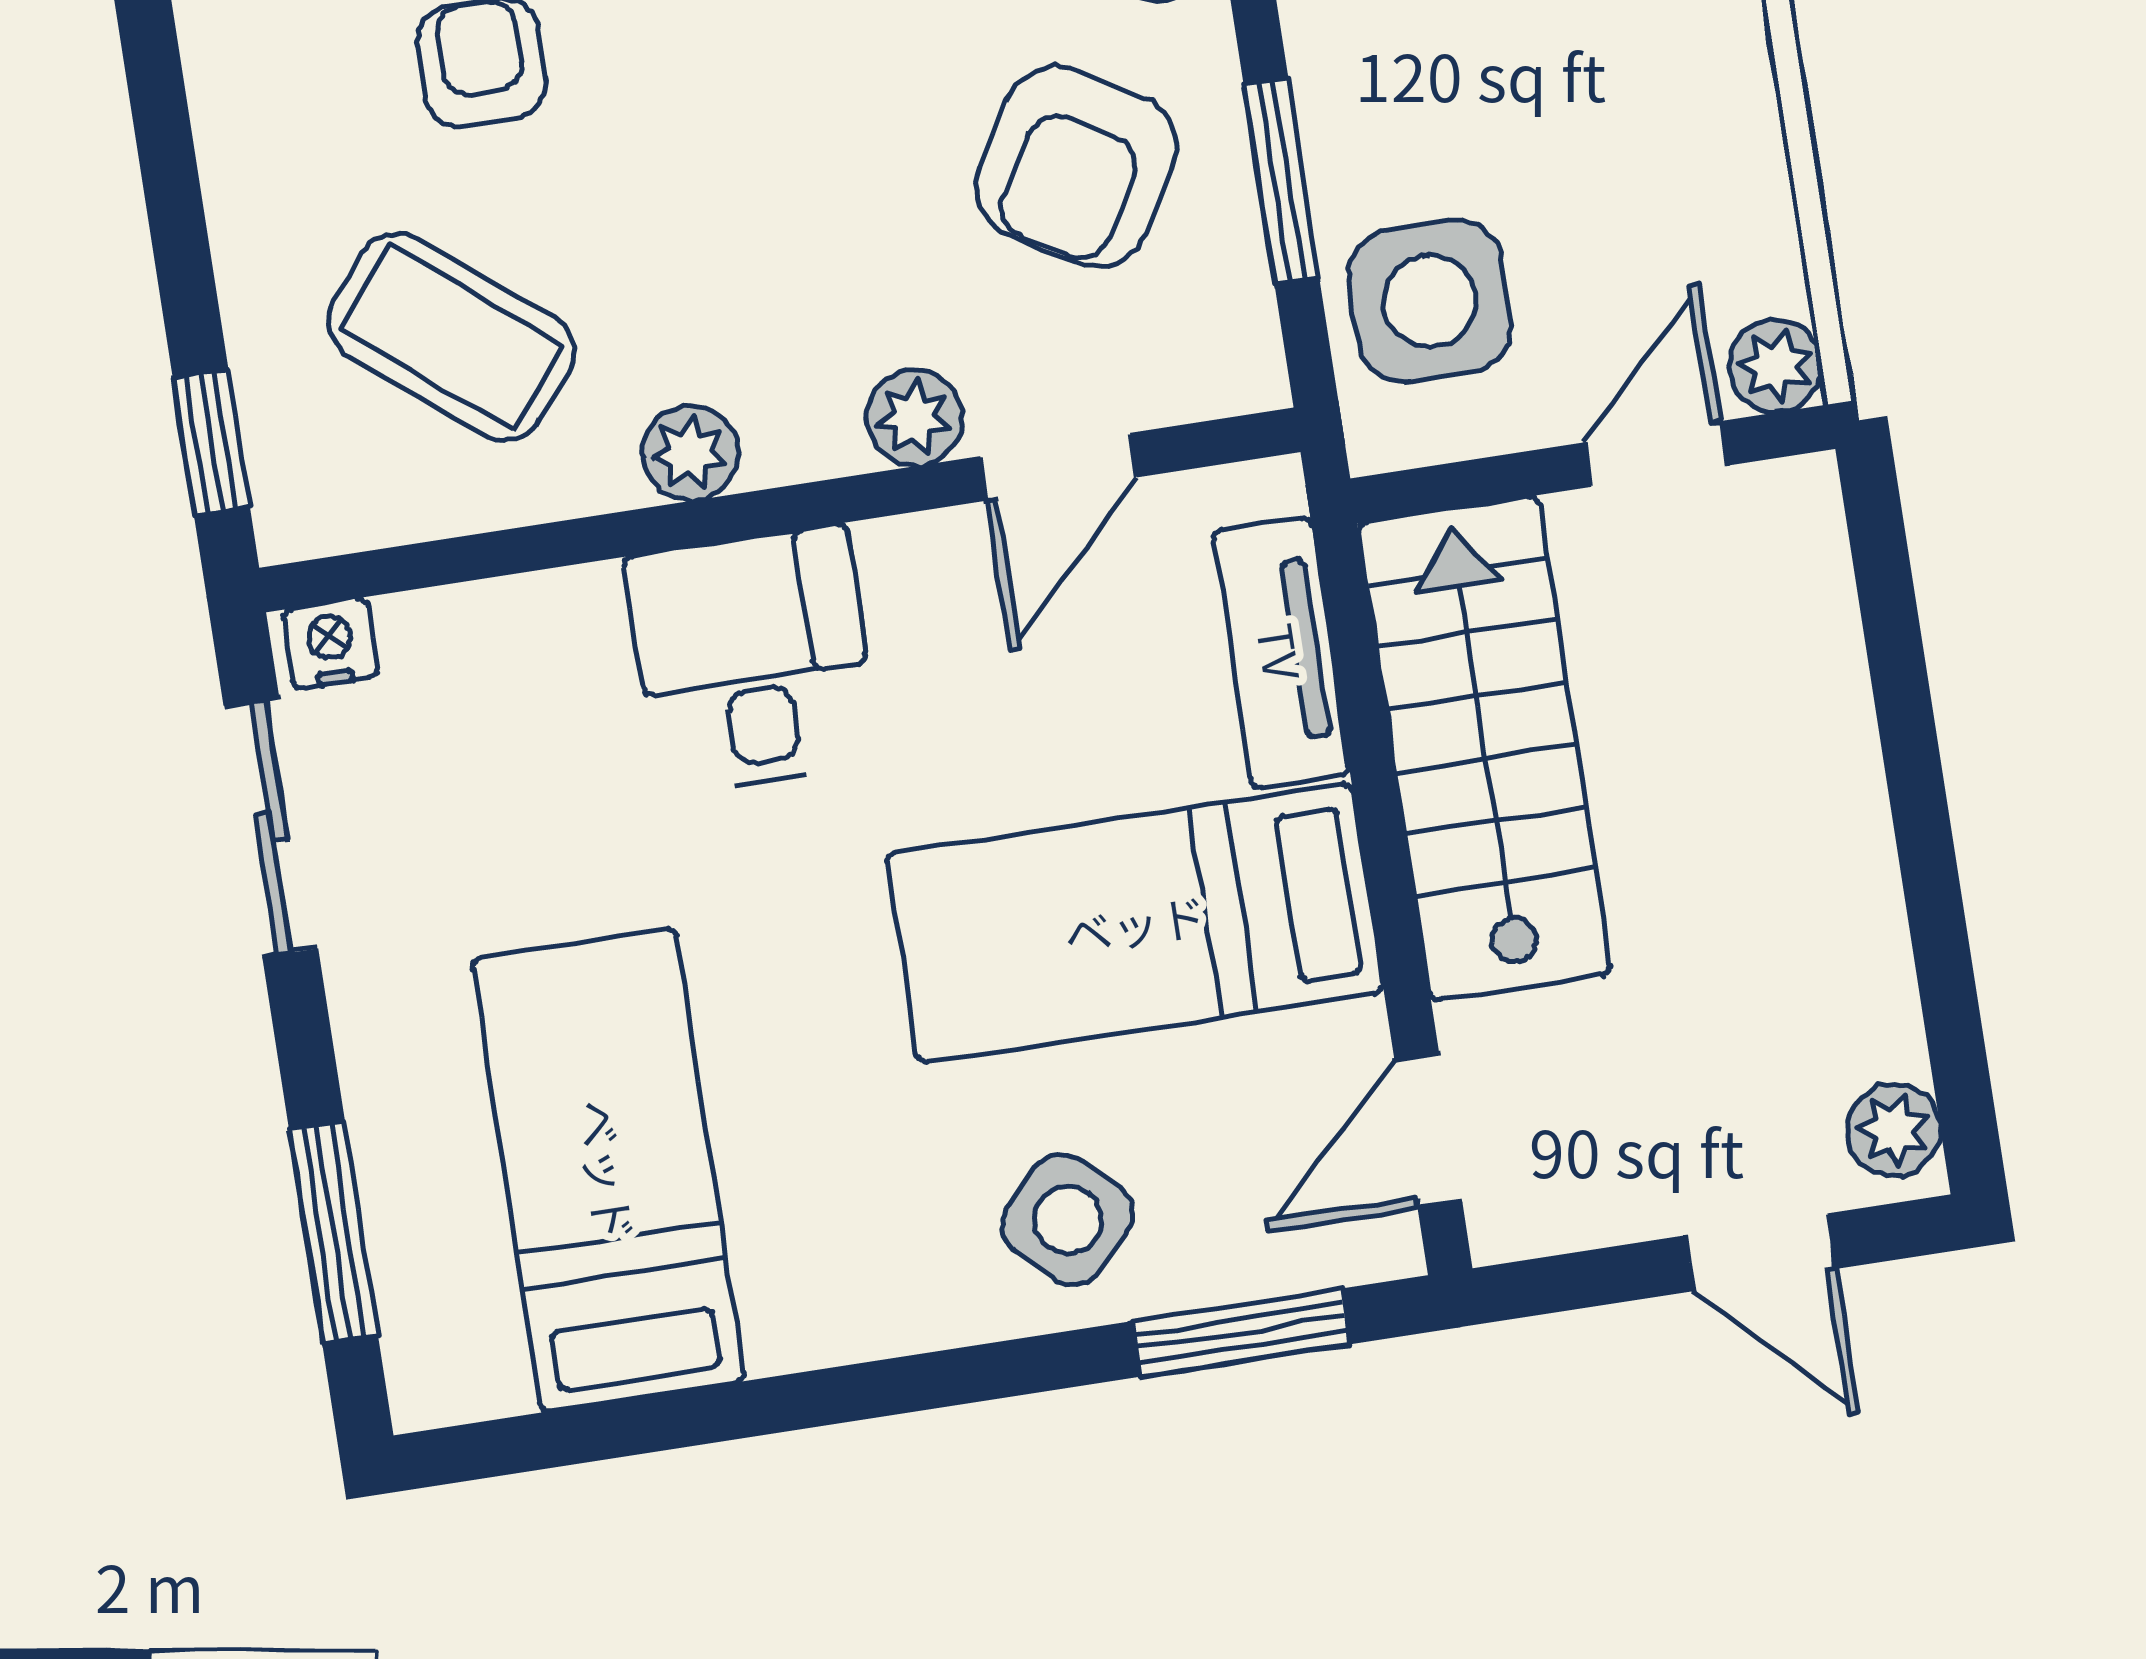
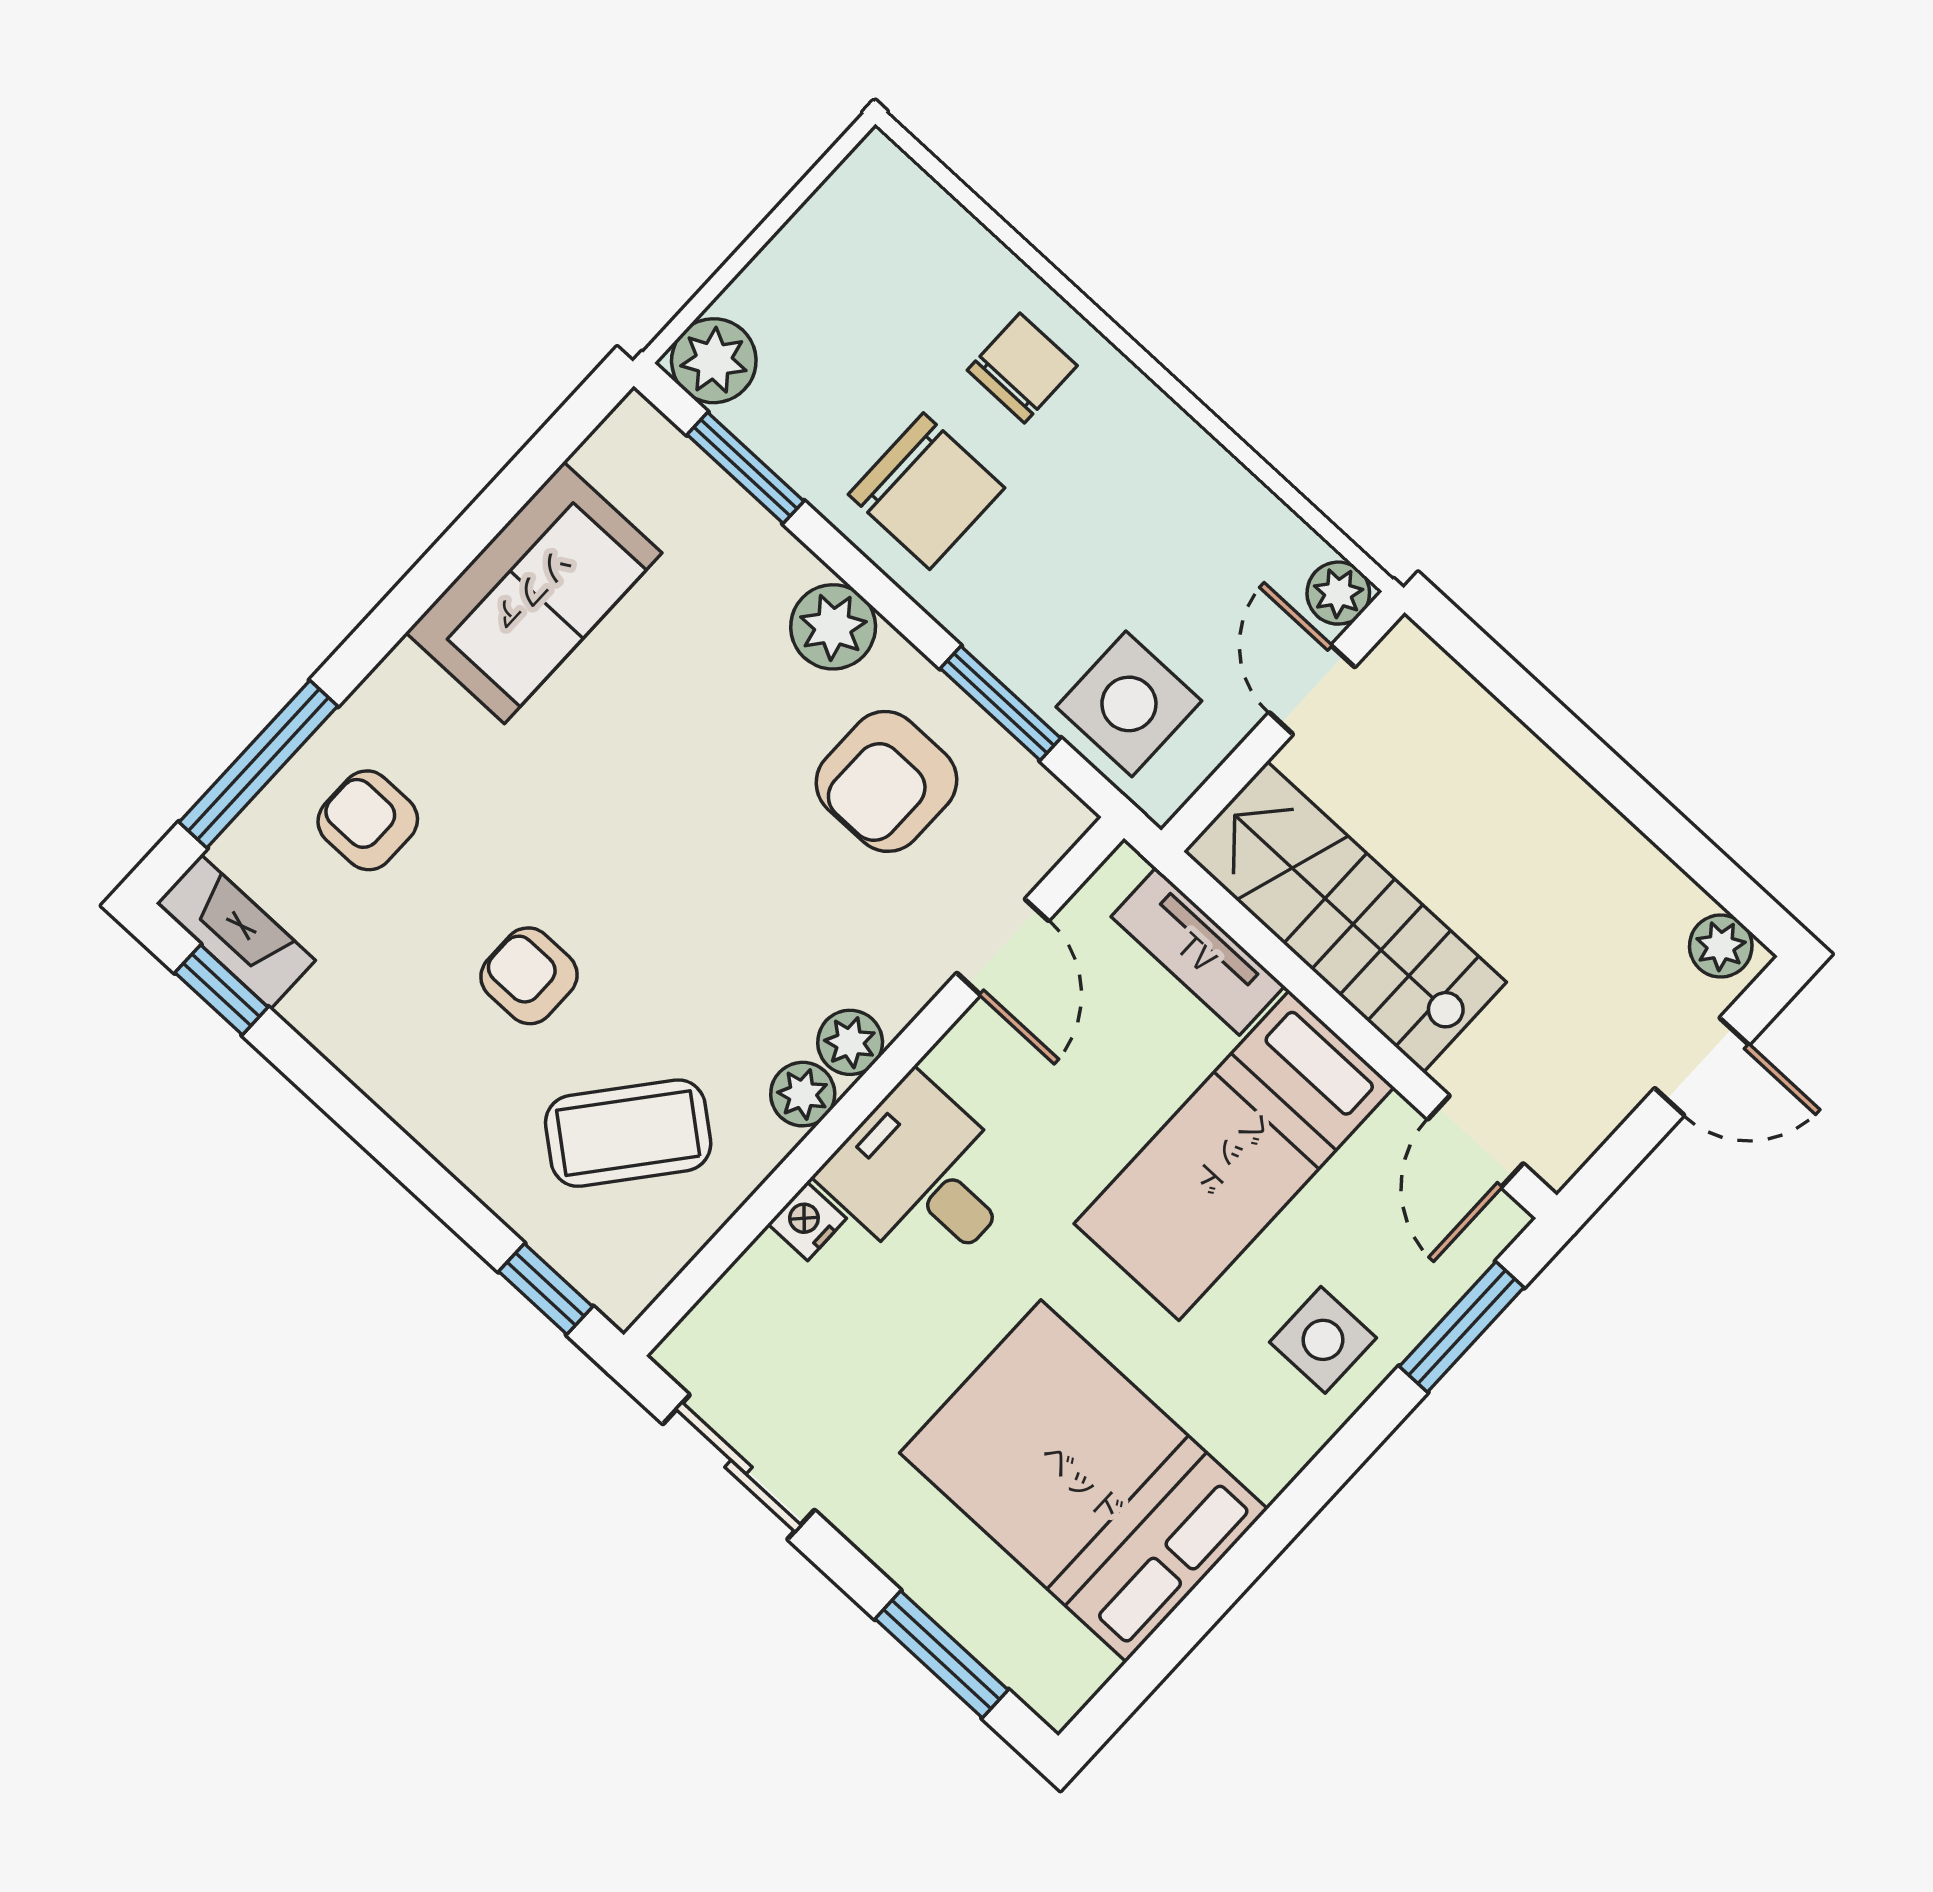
armchair: (1077, 167) -> (886, 781), turned 59
plant: (914, 418) -> (850, 1042), moved
nightstand: (330, 643) -> (807, 1221), moved
bed: (608, 1170) -> (1084, 1481), width x1.50
side table: (1068, 1220) -> (1323, 1340), turned 45

